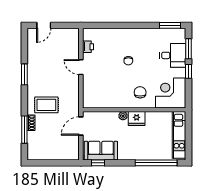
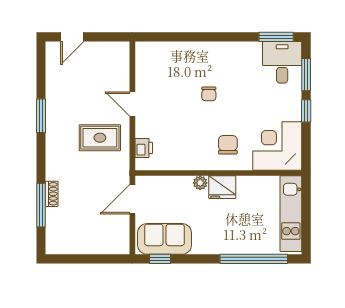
printer: (88, 47) -> (144, 148), moved
desk: (173, 55) -> (282, 62), moved, turned -90
rug: (46, 105) -> (100, 138), moved

